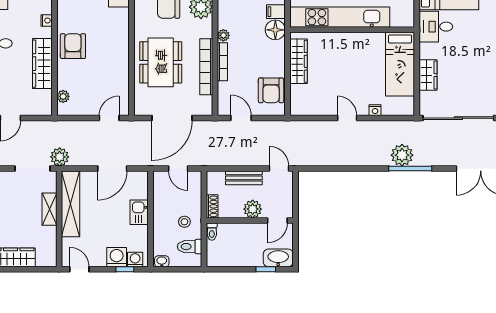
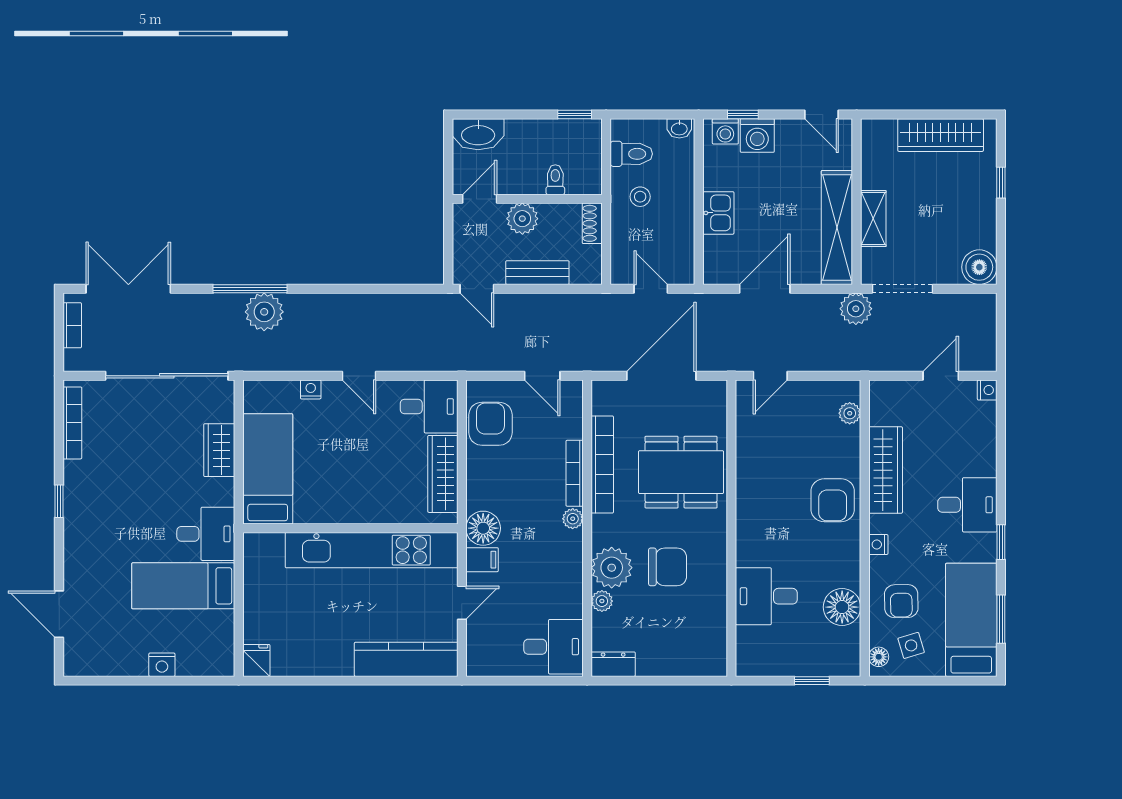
dining table: (161, 62) -> (681, 472), turned 90
desk: (307, 100) -> (429, 406), added
toilet: (212, 232) -> (555, 180), moved
window: (266, 269) -> (575, 114), moved

